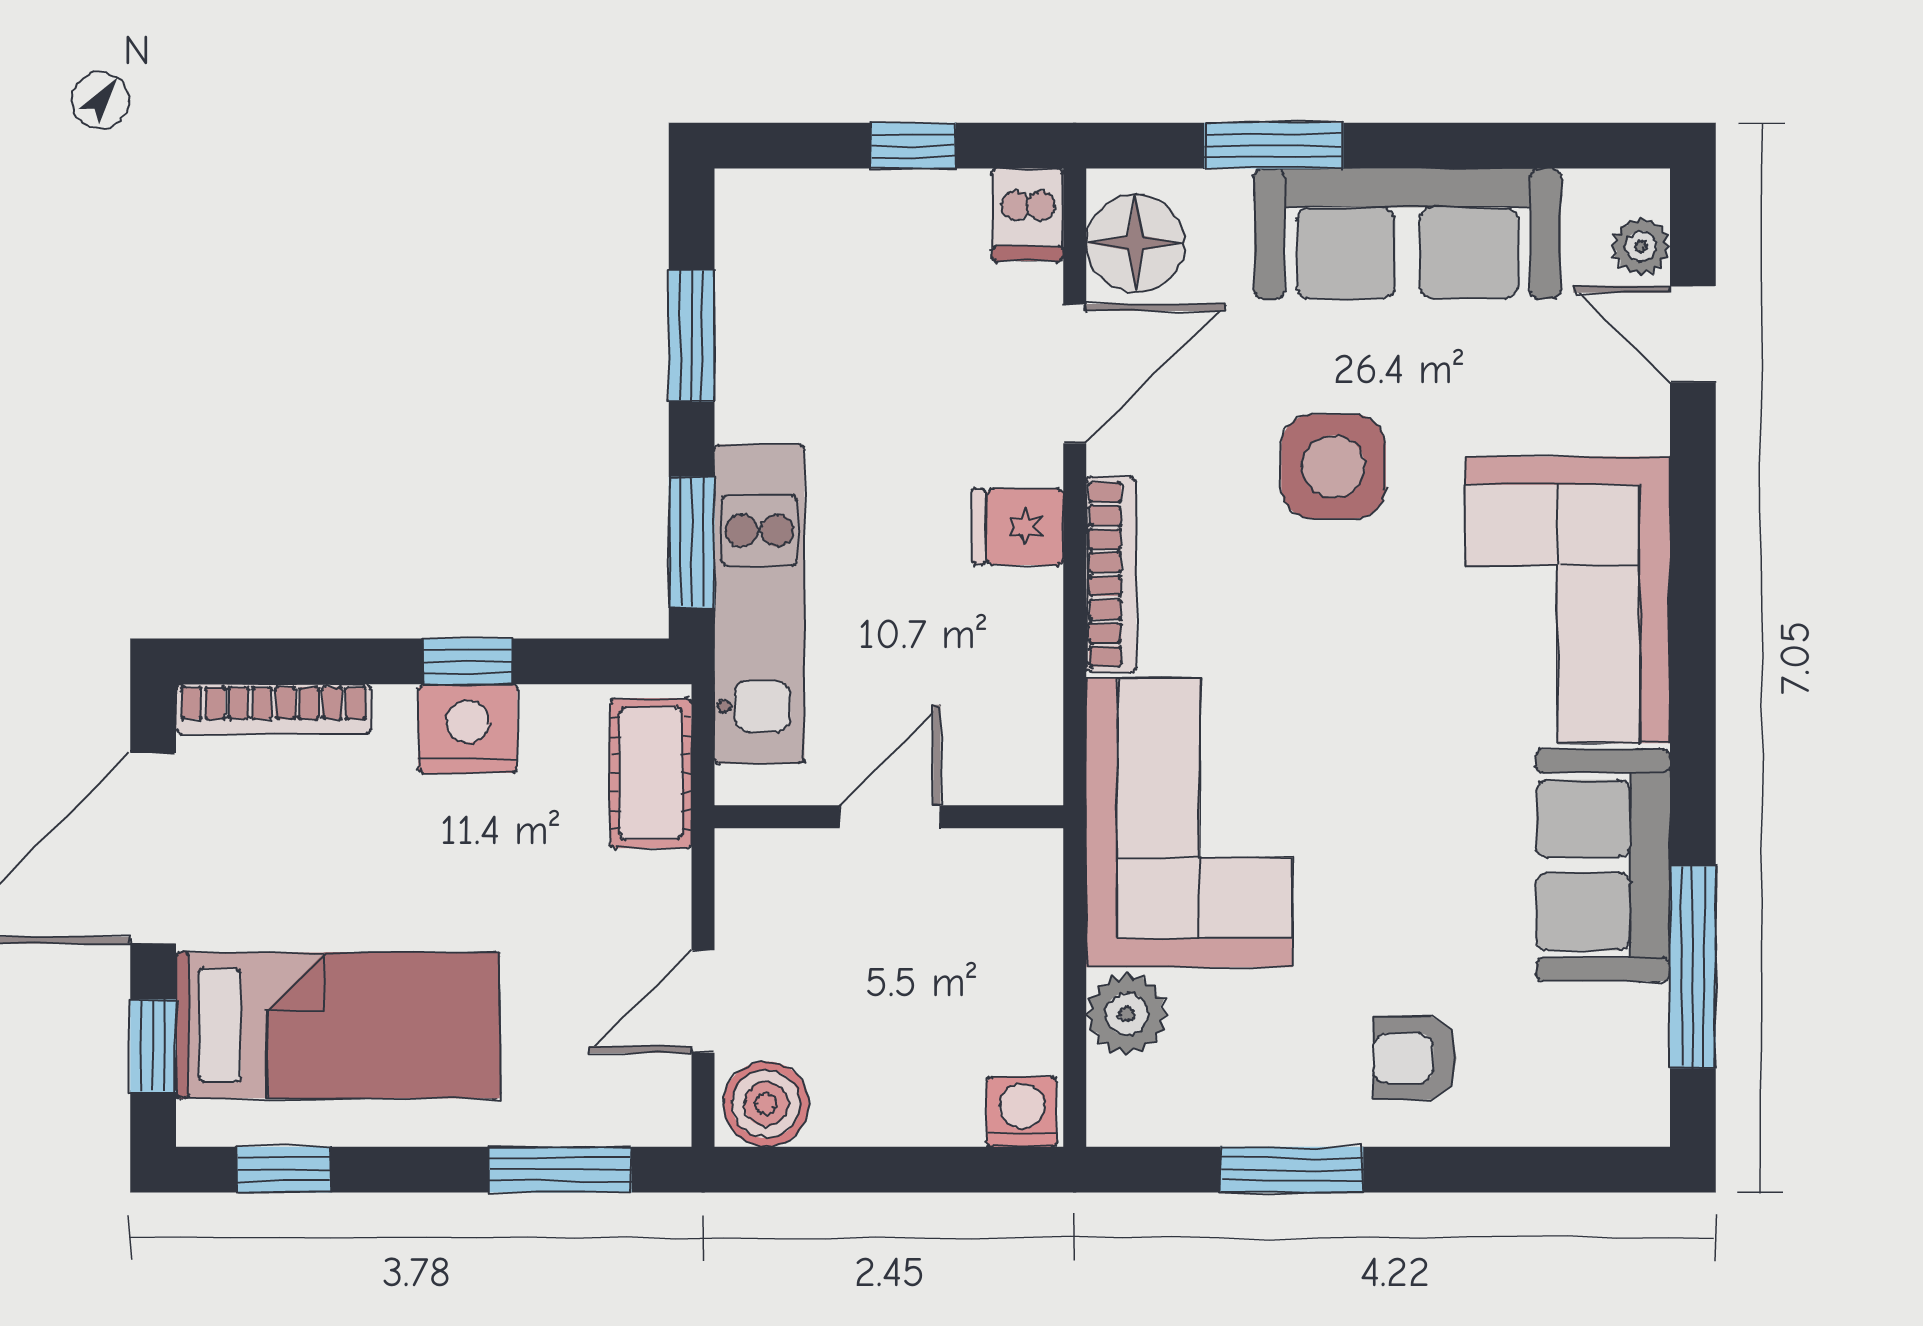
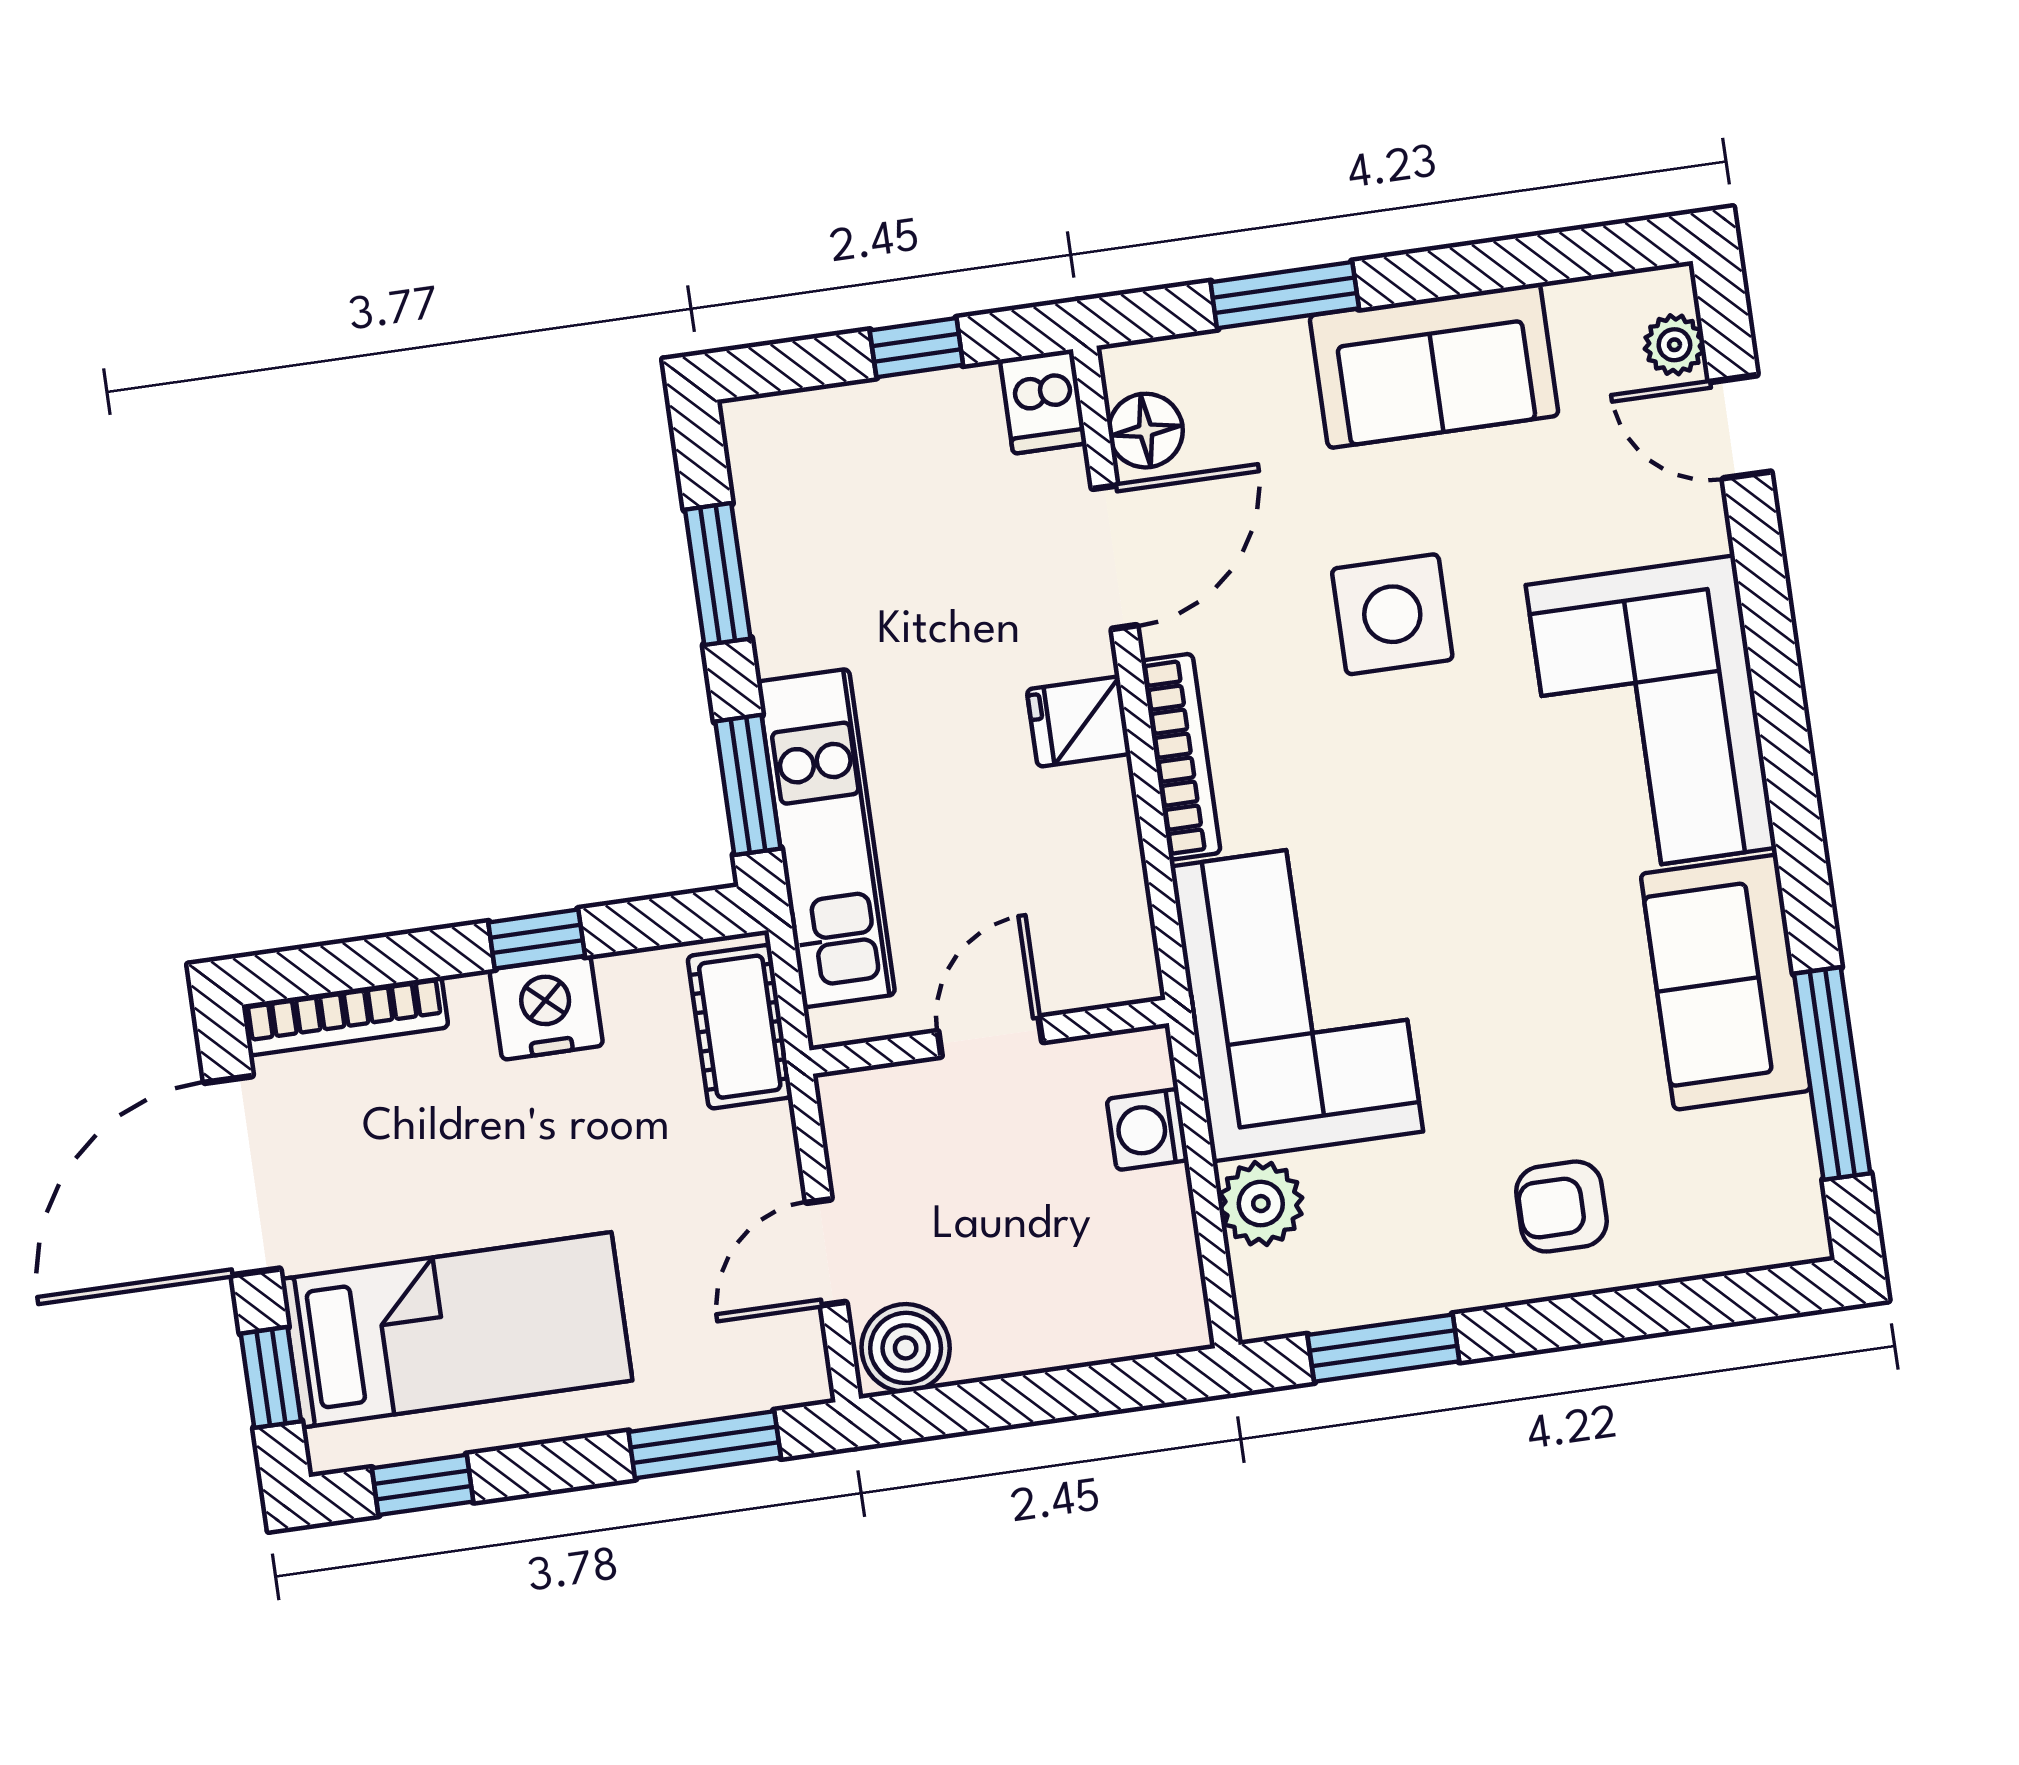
sofa: (1407, 234) -> (1434, 366), width x0.73
floor lamp: (1135, 243) -> (1146, 431), width x0.73, depth x0.73
washing machine: (1022, 1112) -> (1148, 1129), moved, turned -90
window: (1292, 1170) -> (1383, 1348), moved

